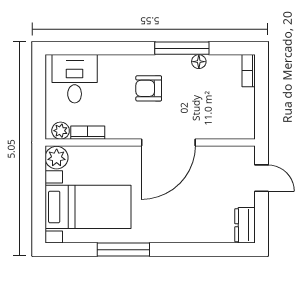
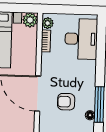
desk: (75, 79) -> (81, 39), width x1.37
armchair: (149, 88) -> (66, 102), moved, turned -90

